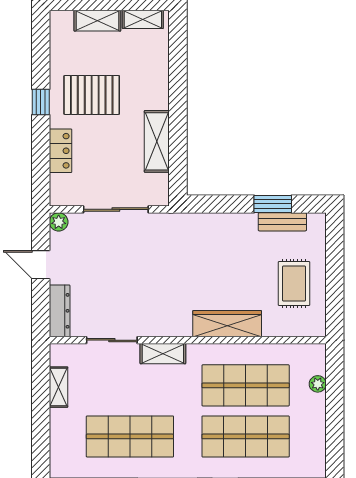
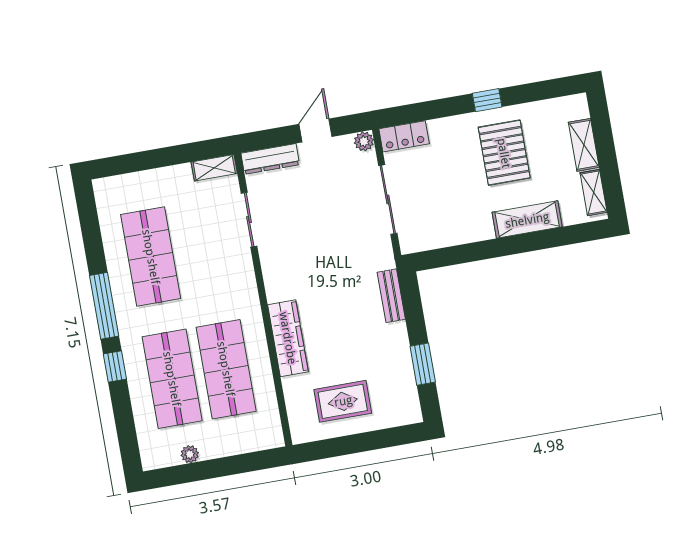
shelving: (157, 141) -> (527, 220), moved
locker: (61, 151) -> (404, 136), moved
bench: (282, 222) -> (391, 296), moved
shelving: (163, 354) -> (244, 276), removed
plant: (318, 384) -> (190, 454), moved
shelving: (59, 387) -> (214, 168), moved

